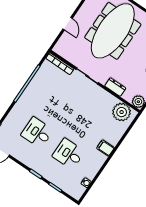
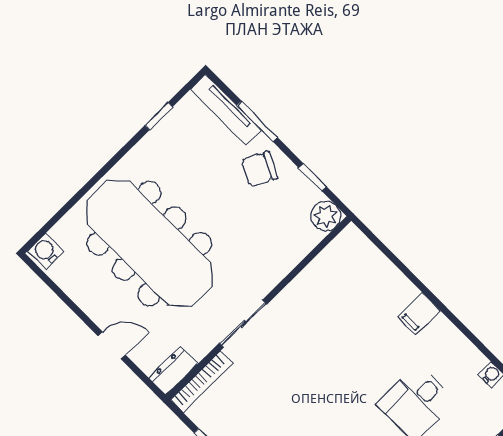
dresser: (115, 87) -> (173, 371), moved
plant: (122, 112) -> (343, 260), removed

